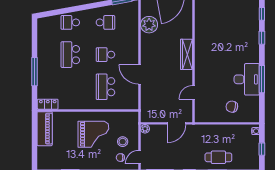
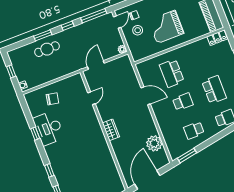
wardrobe: (186, 54) -> (111, 130), width x0.67
window: (262, 79) -> (35, 134), width x0.46
school desk: (105, 87) -> (172, 73), turned 180

